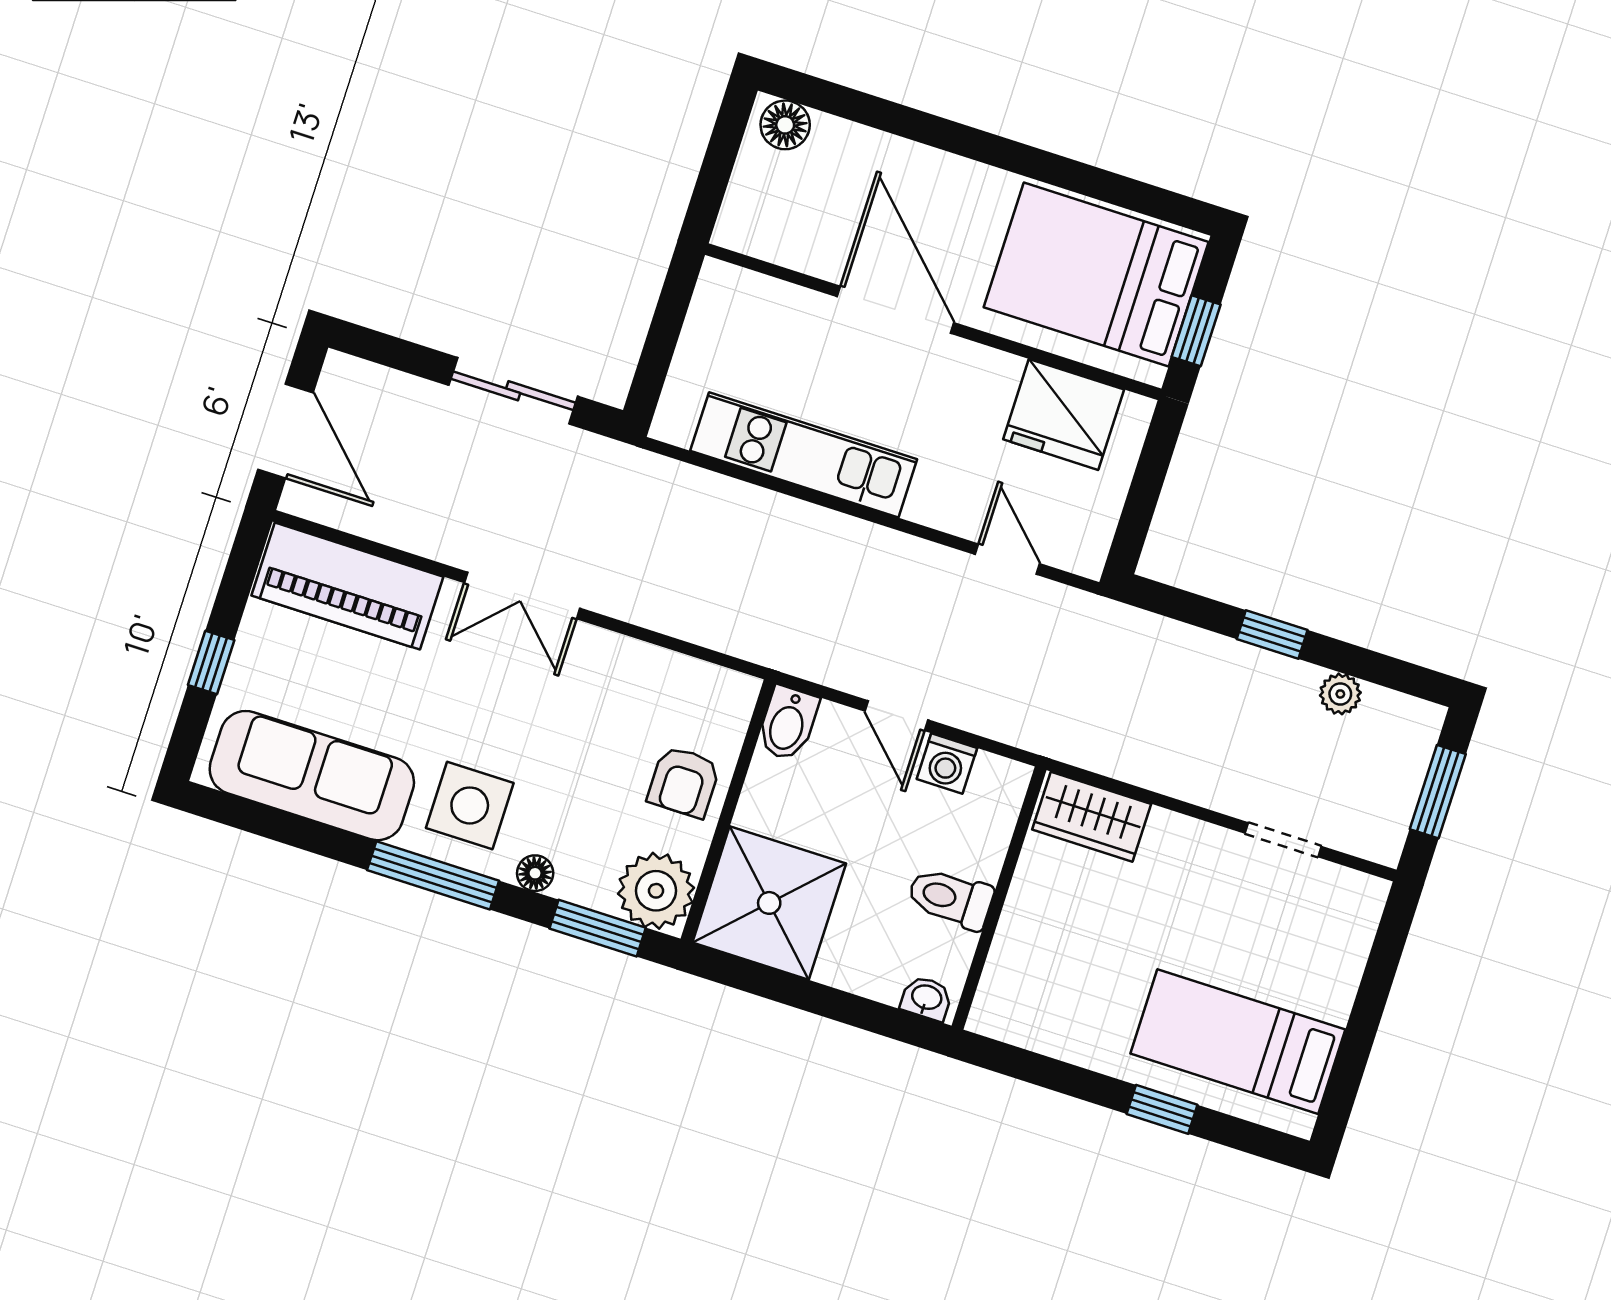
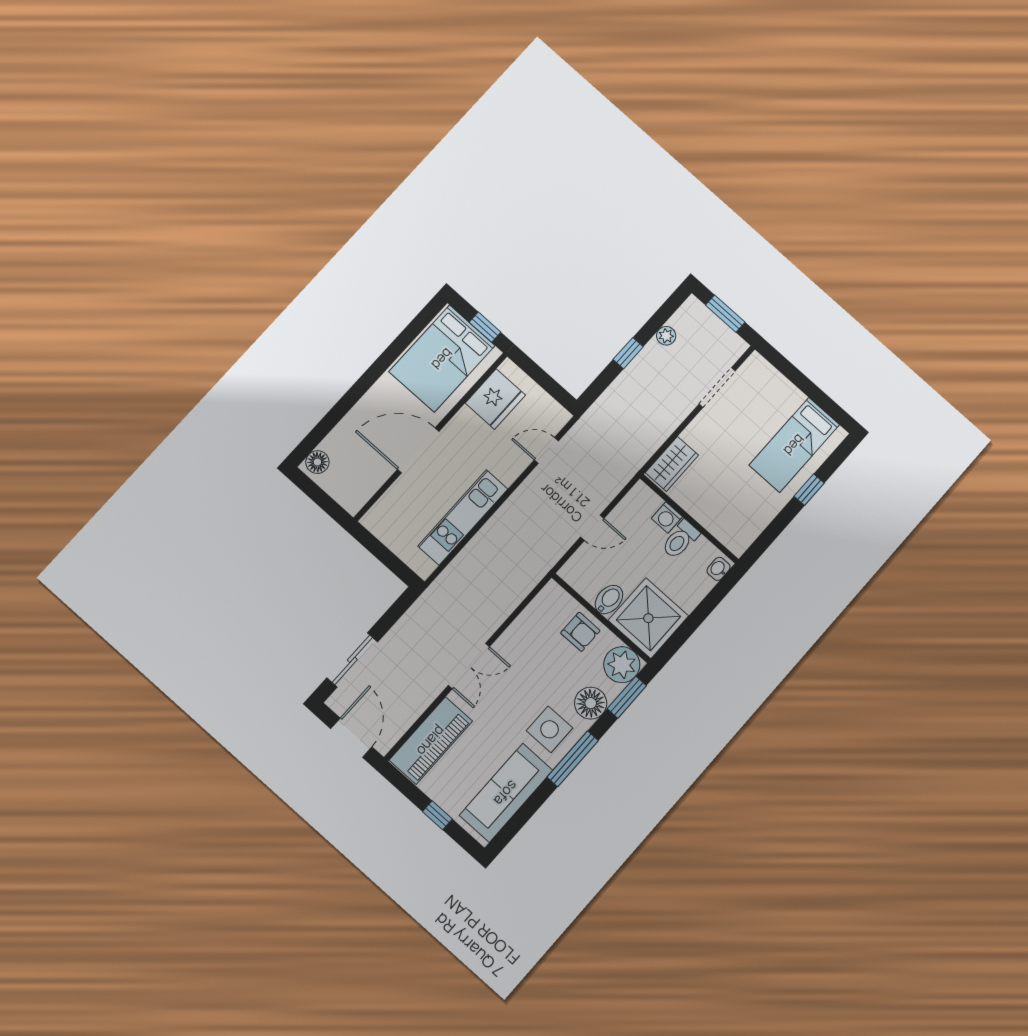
sliding door: (513, 391) -> (352, 660), moved
door: (285, 431) -> (351, 738), hinge flipped
bidet: (788, 723) -> (609, 600), moved, turned -90
washing machine: (947, 764) -> (667, 518), moved, turned 90
doorway: (1283, 840) -> (717, 387), width x1.38
floor lamp: (535, 873) -> (591, 703), width x1.89, depth x1.89

